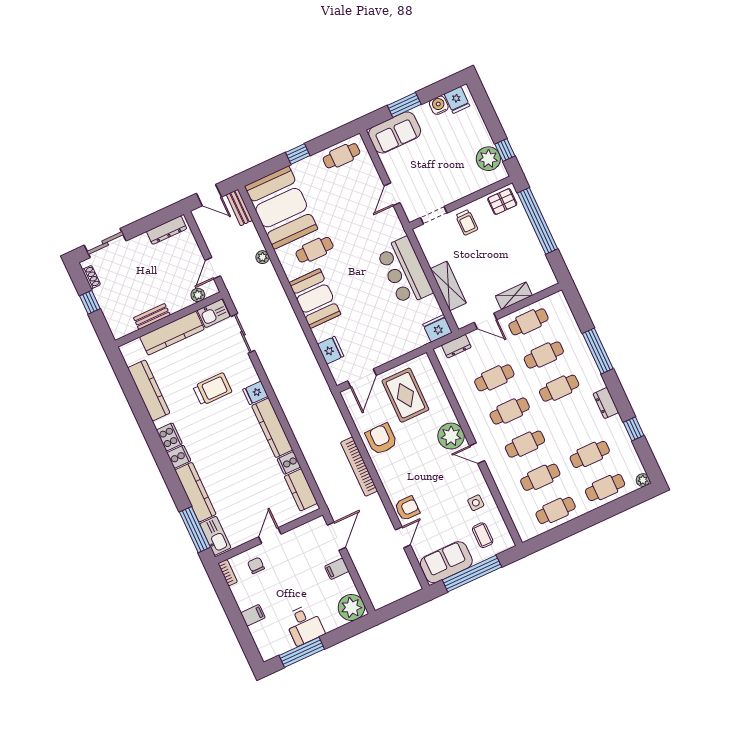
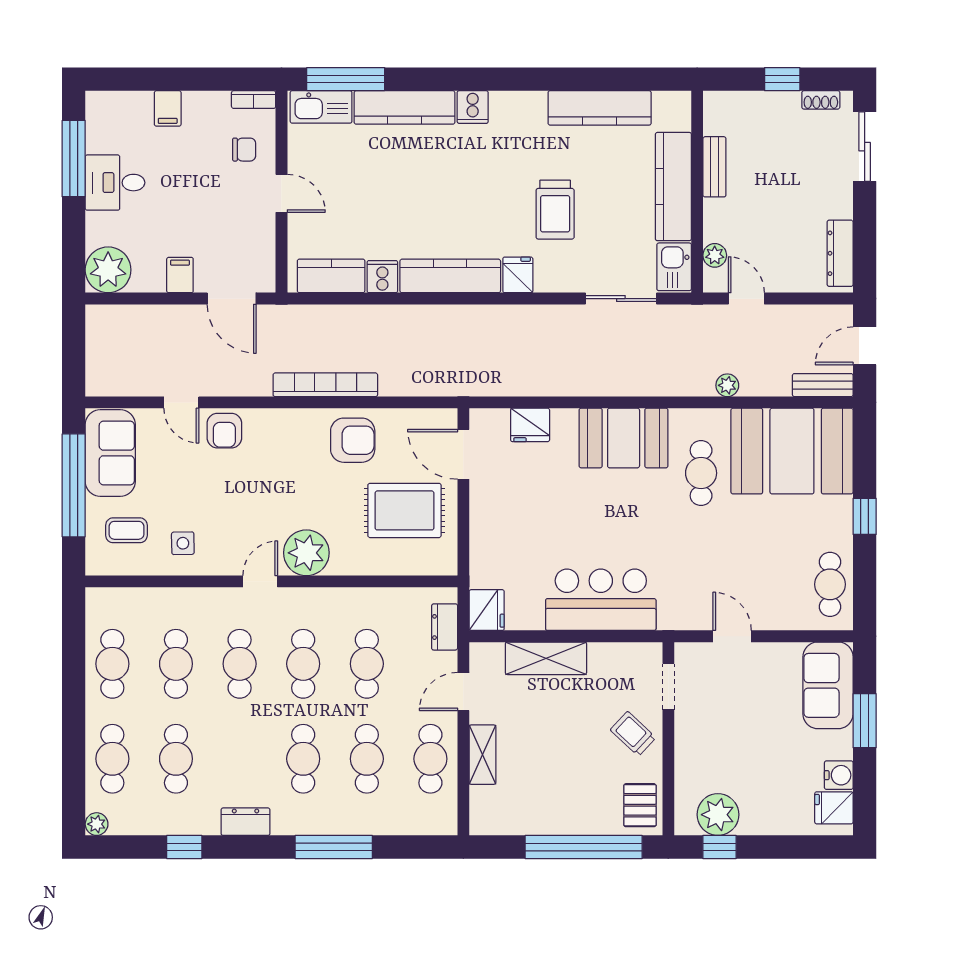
trolley: (467, 222) -> (633, 734), turned 43
cooker: (169, 437) -> (511, 107), removed

